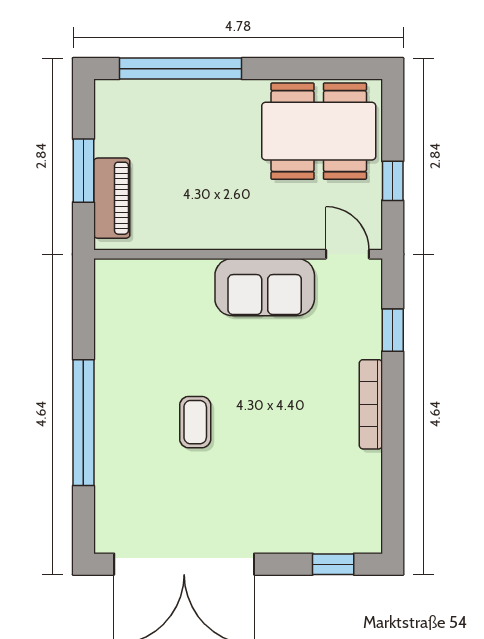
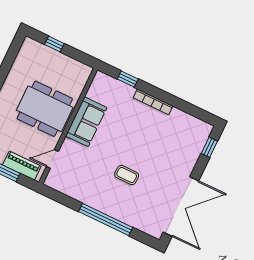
dining table: (319, 131) -> (45, 109), moved, turned 90
window: (393, 181) -> (54, 44), moved
door: (348, 254) -> (52, 159), moved

